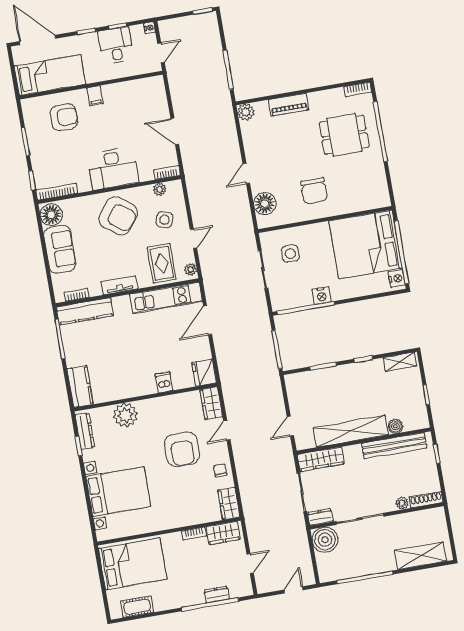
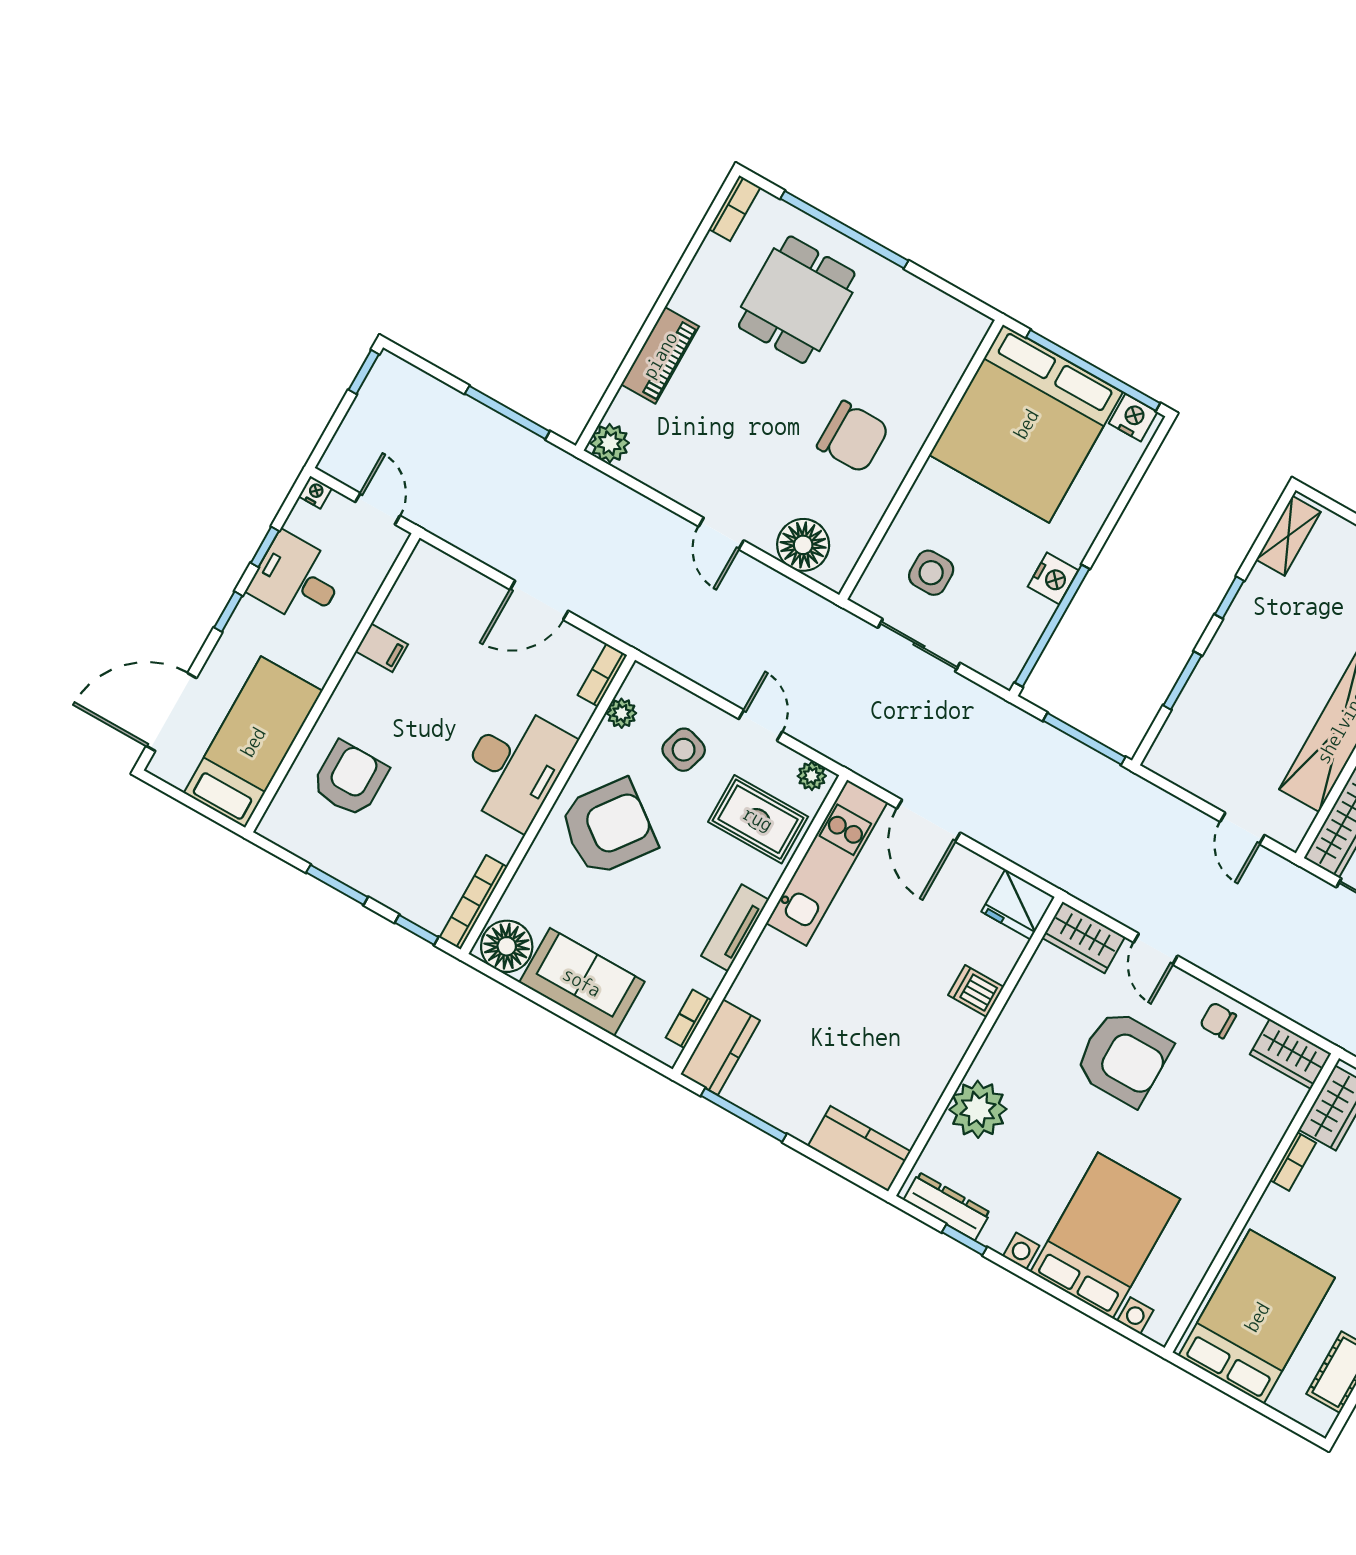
filing cabinet: (95, 96) -> (382, 648), moved
kitchen counter: (85, 311) -> (720, 1047), width x0.67

